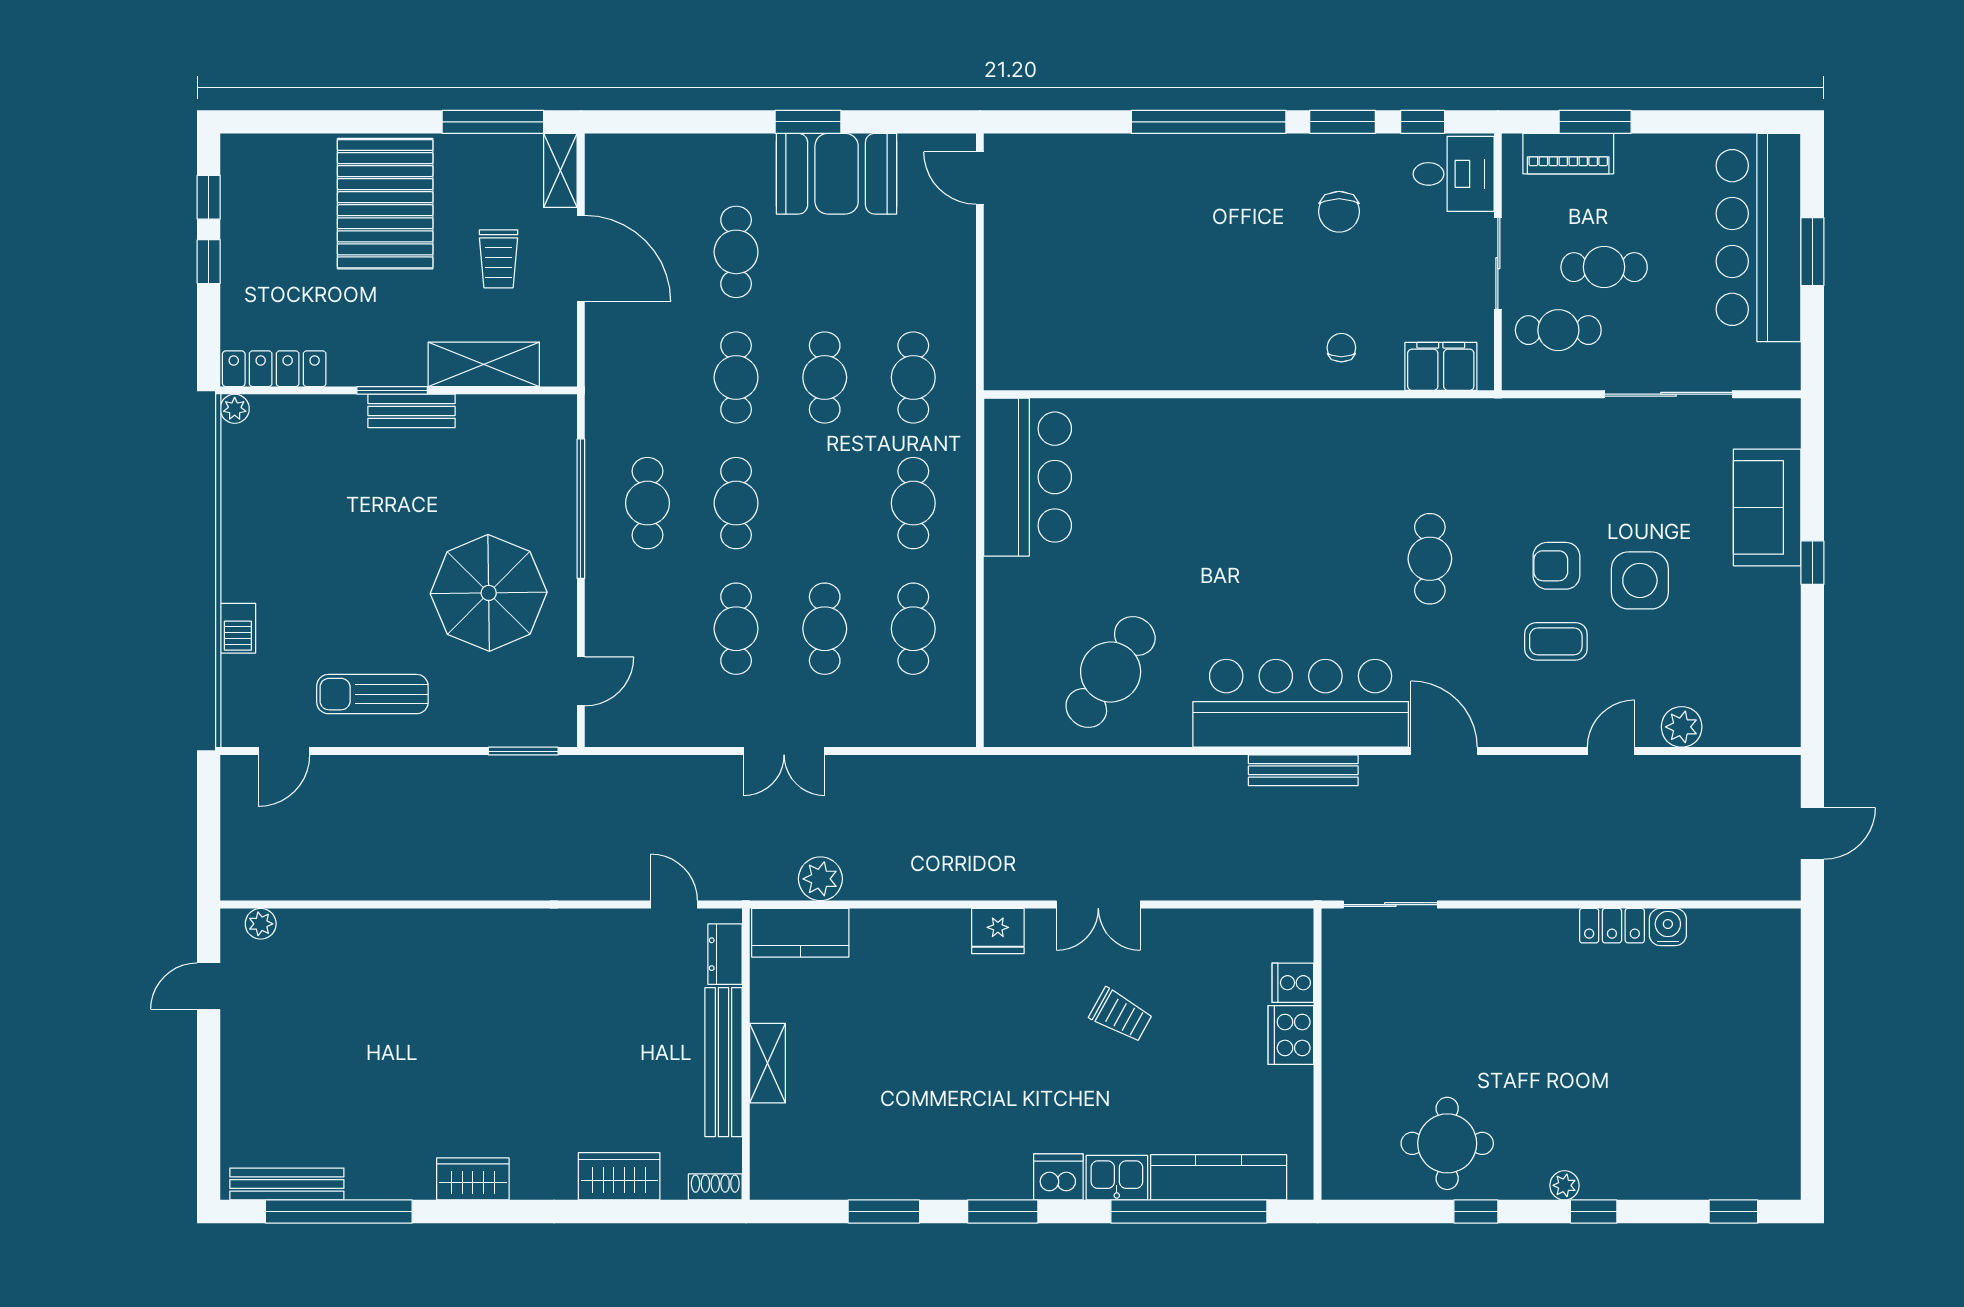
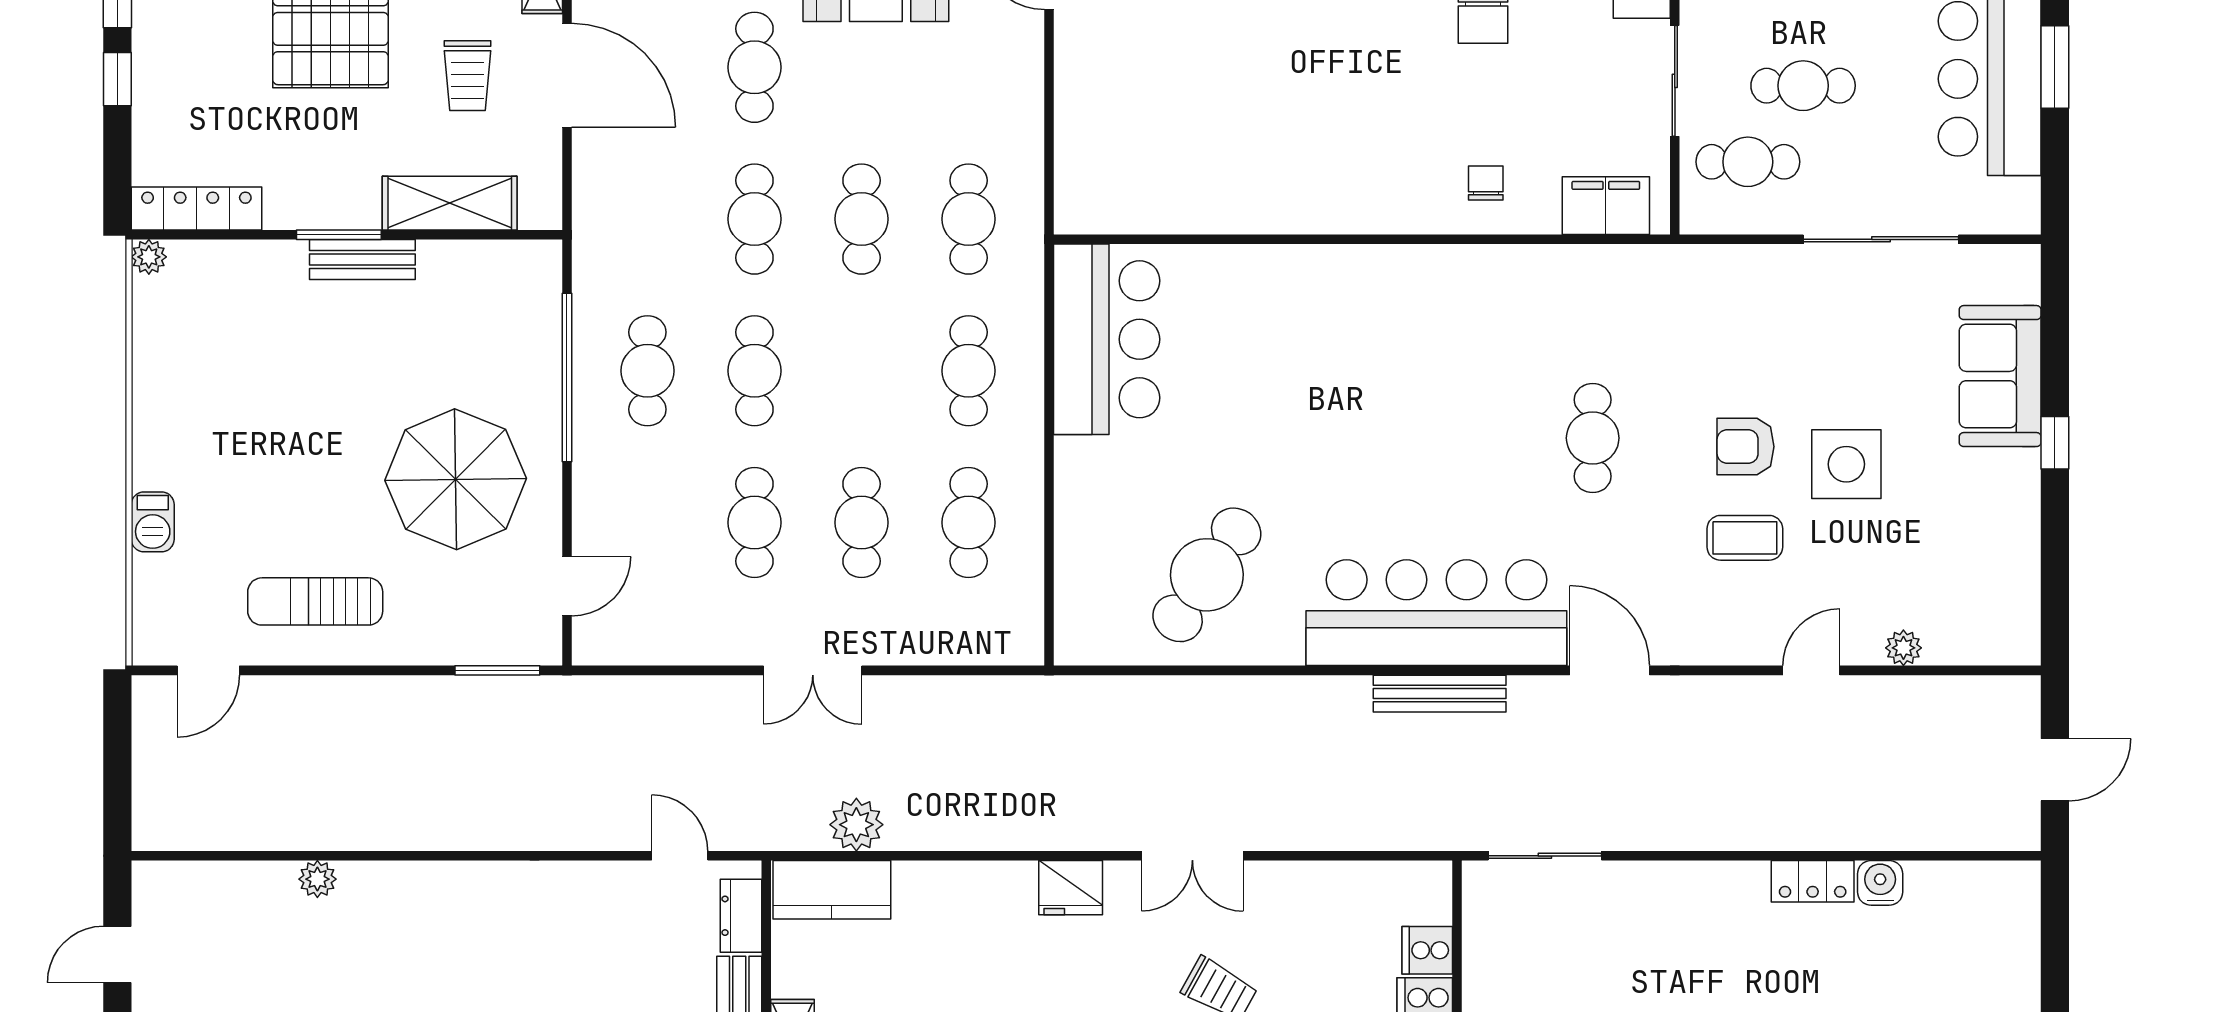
plant: (1682, 727) -> (1903, 648), width x0.73, depth x0.73
plant: (261, 924) -> (317, 879), moved

